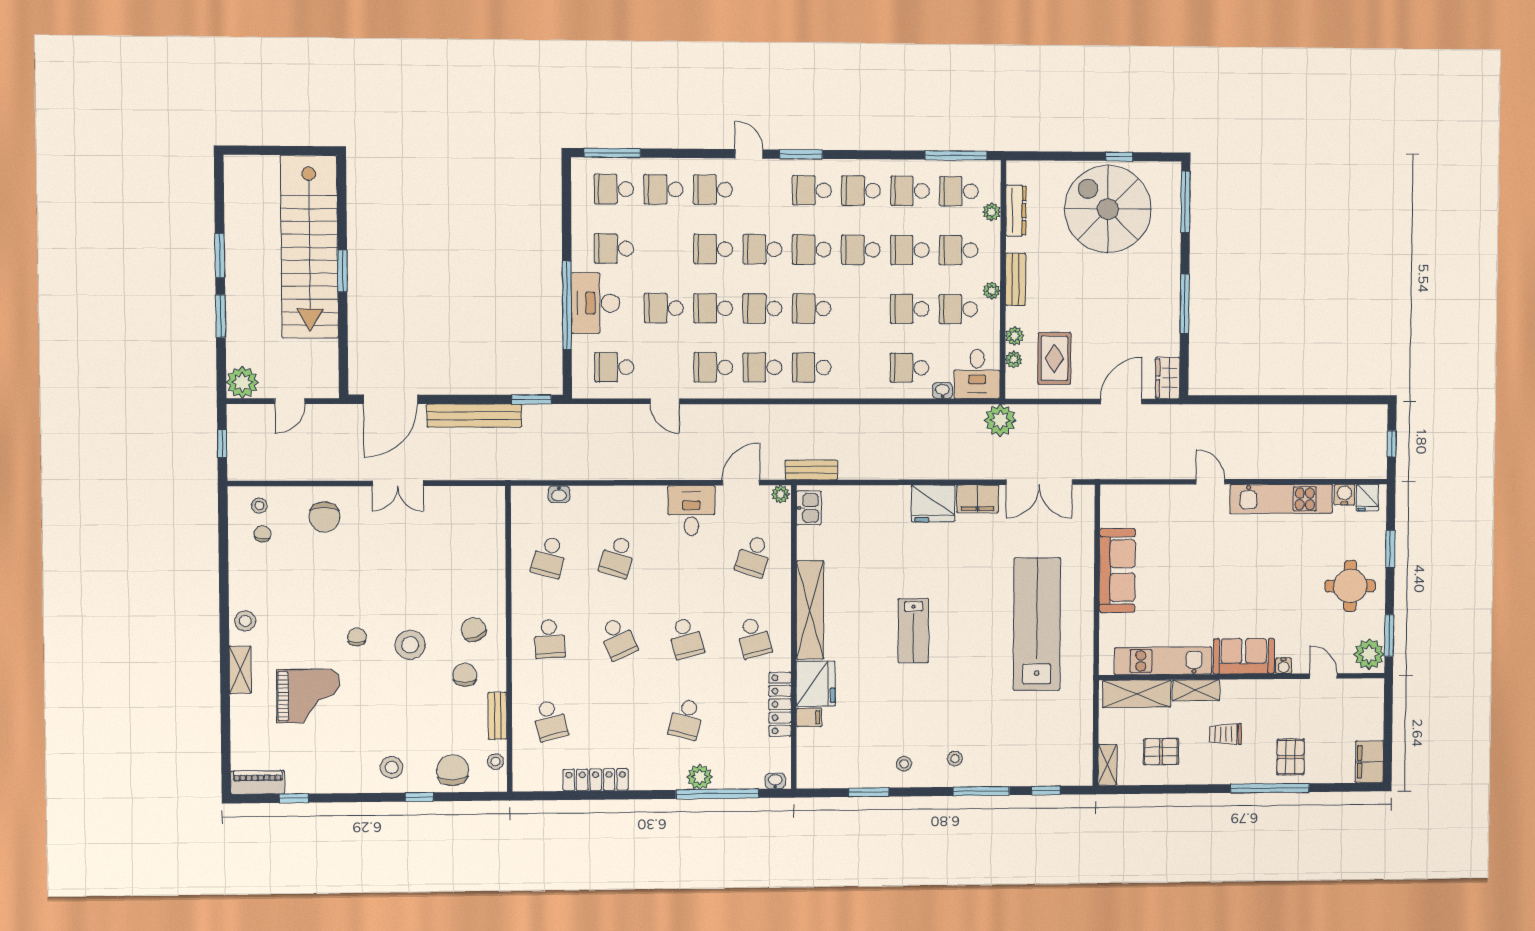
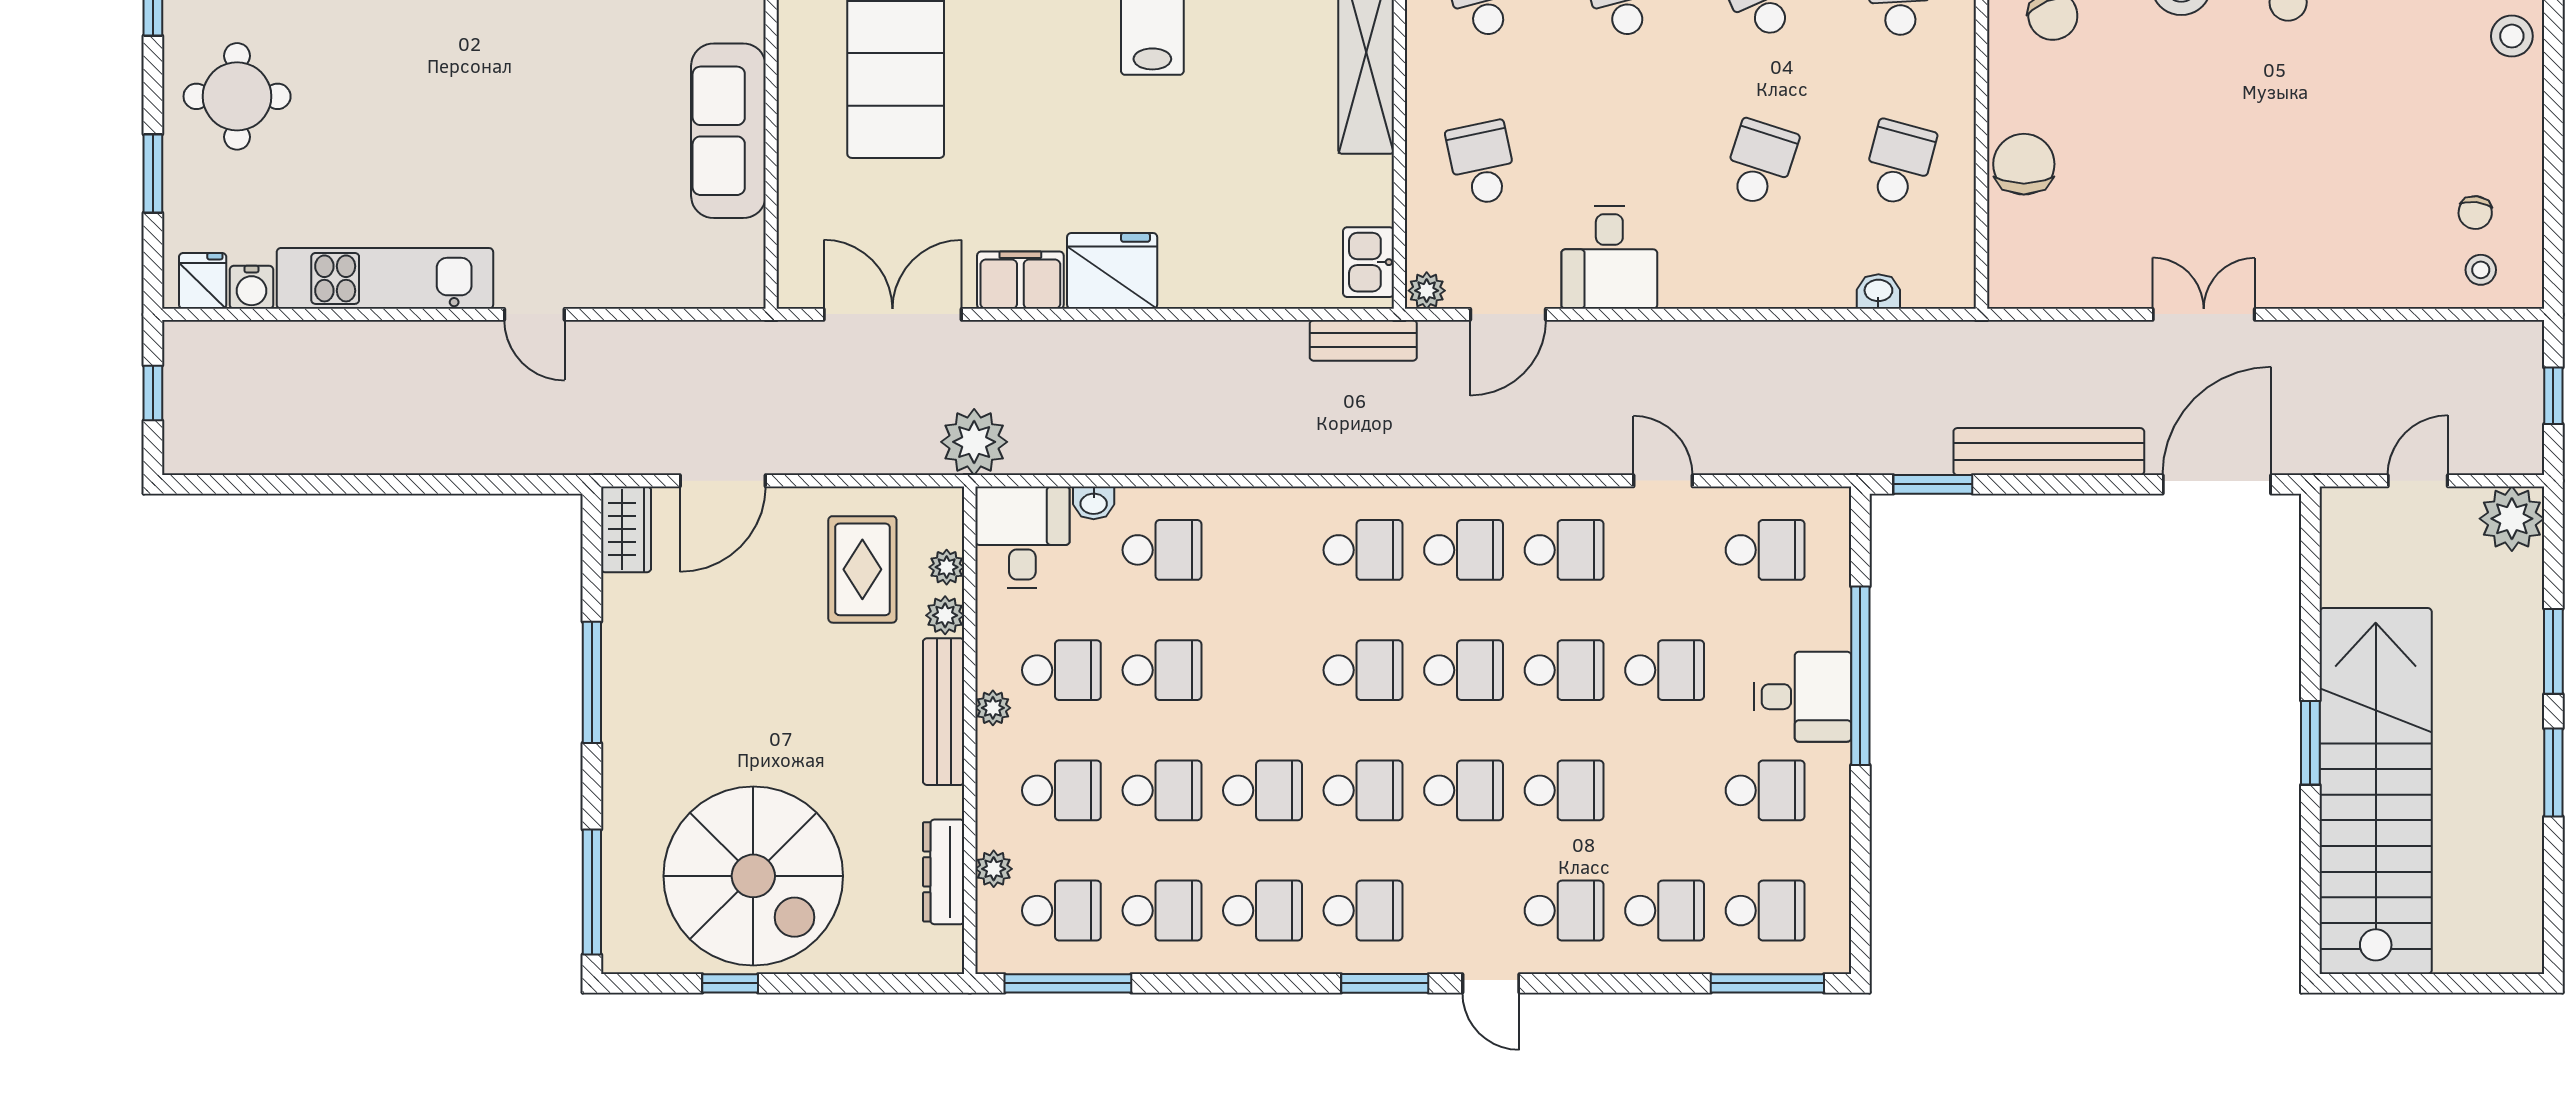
bench: (1016, 279) -> (944, 712), width x1.36
desk: (596, 303) -> (1803, 697), width x0.73
chair: (324, 517) -> (2024, 164), moved
school desk: (754, 556) -> (1482, 163), turned -30

